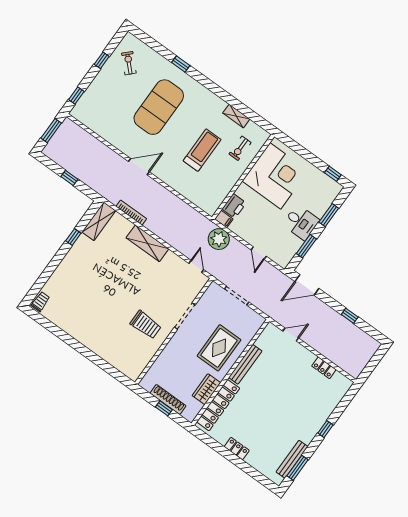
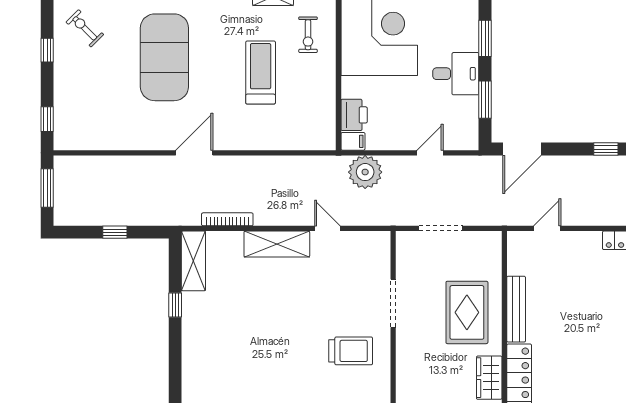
door: (259, 253) -> (430, 153), swing flipped
door: (196, 266) -> (327, 228), moved

